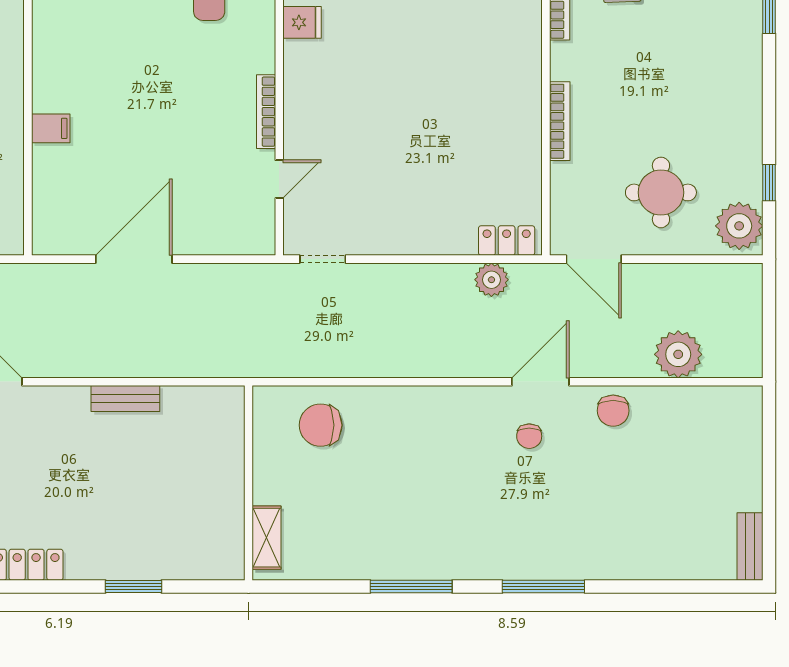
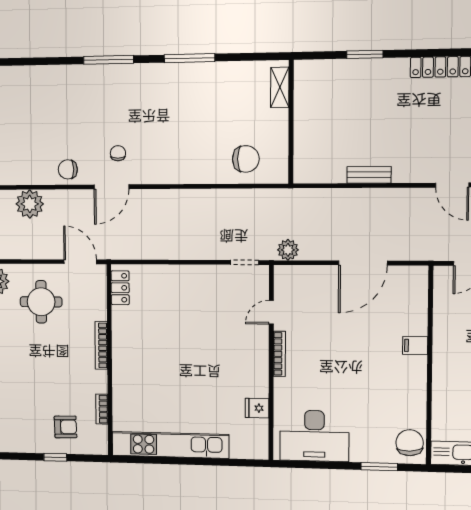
locker: (507, 241) -> (120, 288), moved, turned -90
plant: (491, 280) -> (288, 250), moved
chair: (613, 411) -> (68, 169), turned -90

